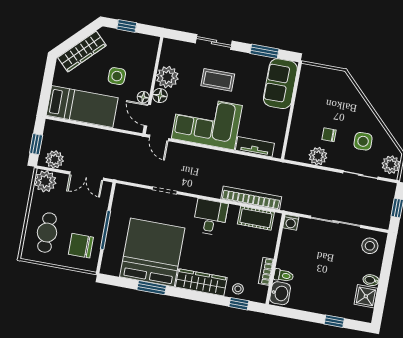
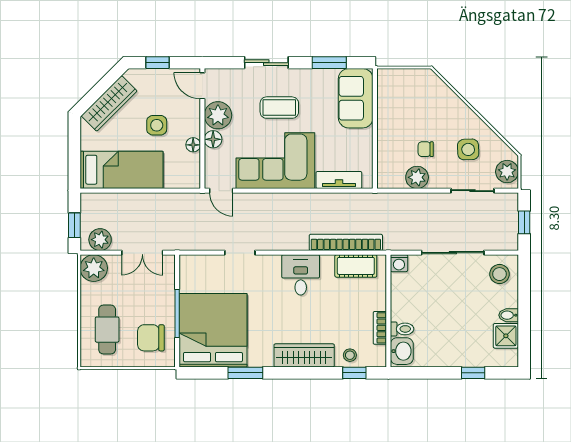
door: (147, 115) -> (202, 86), moved
bed: (152, 252) -> (213, 330), moved

